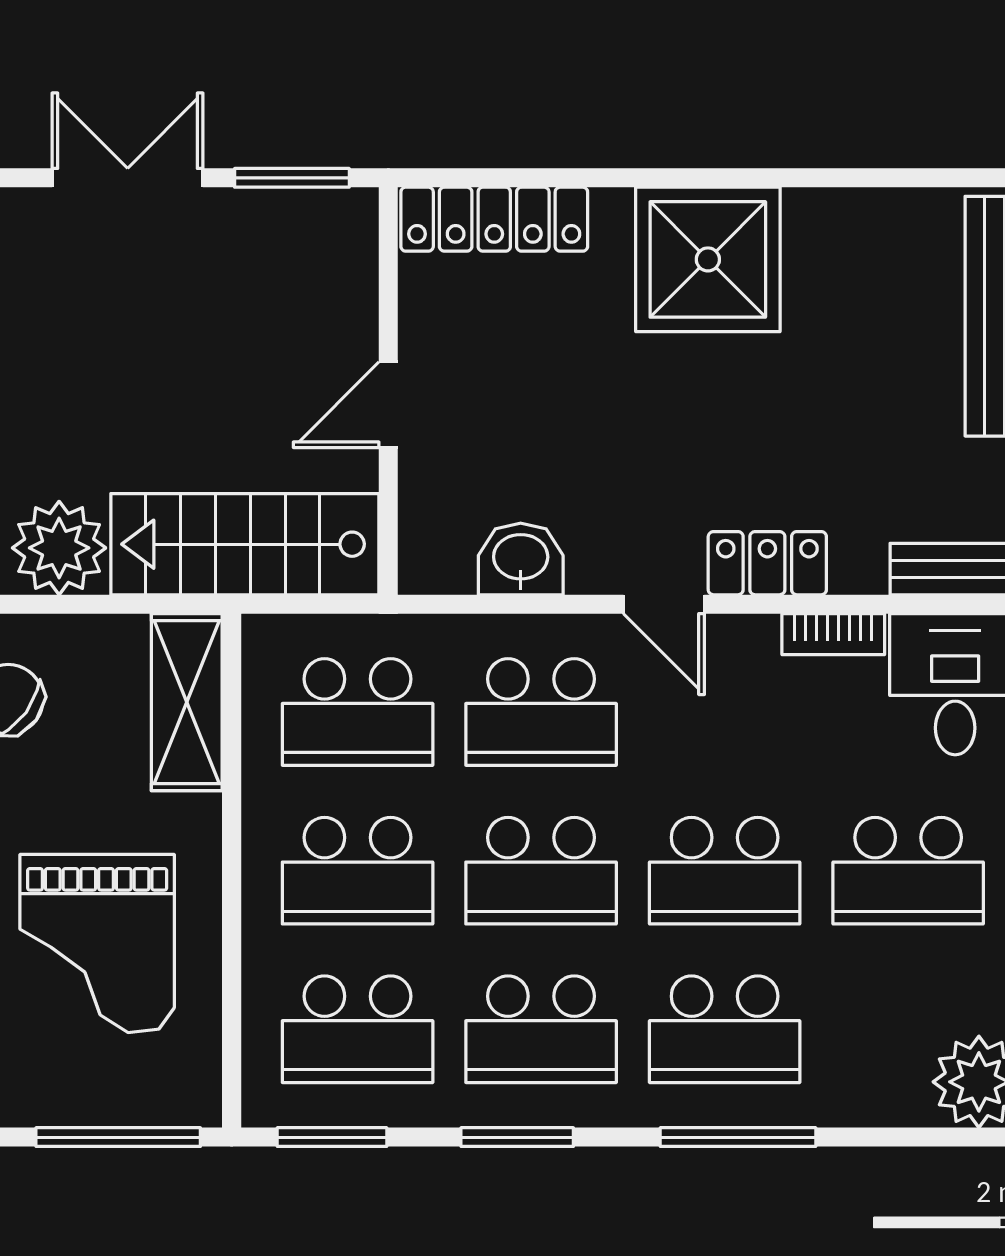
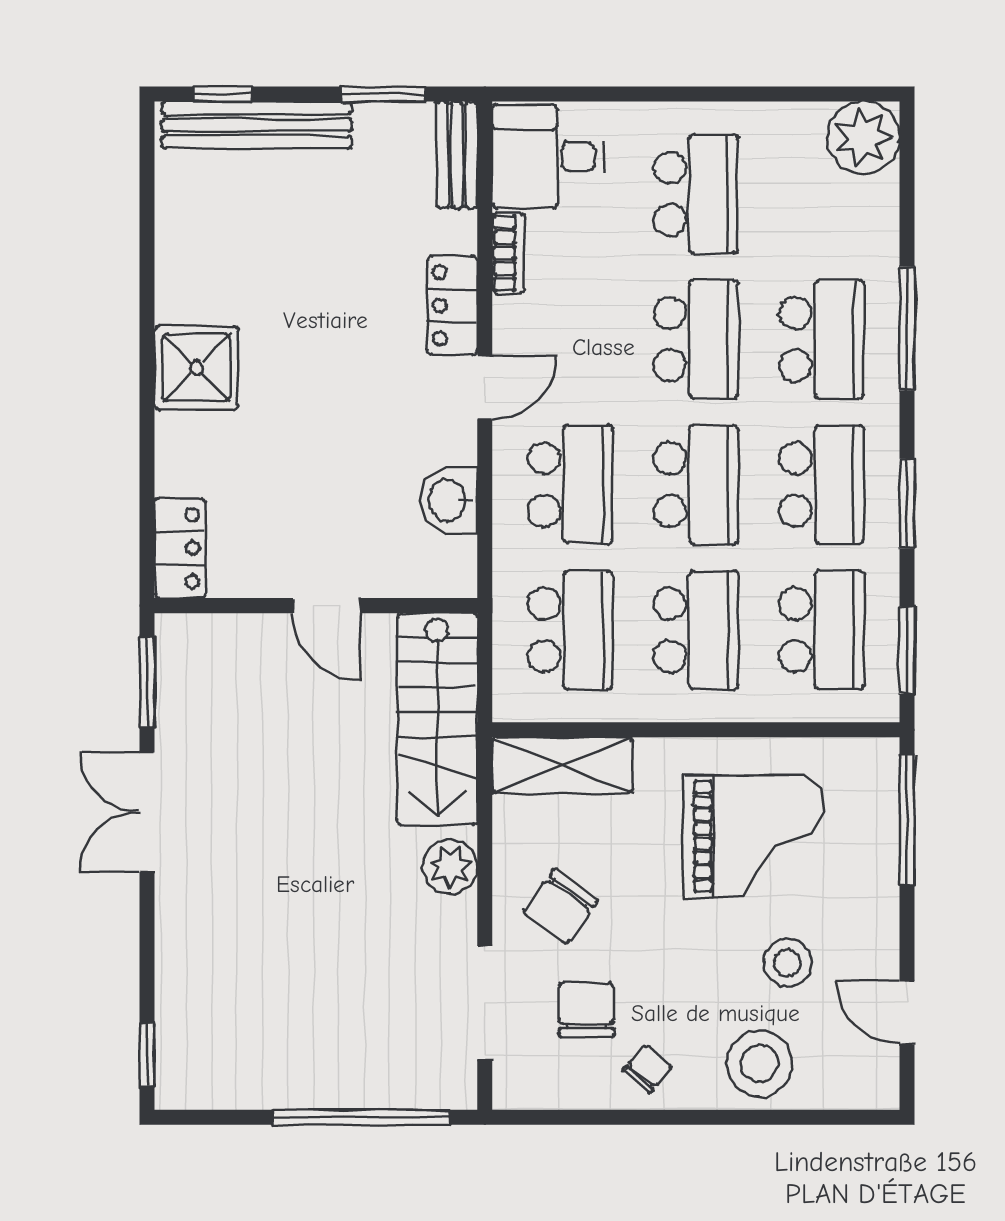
locker: (494, 219) -> (180, 548), width x0.66
shower: (708, 259) -> (196, 368), width x0.73, depth x0.73
plant: (59, 548) -> (450, 866), width x0.73, depth x0.73

